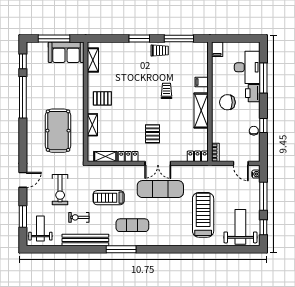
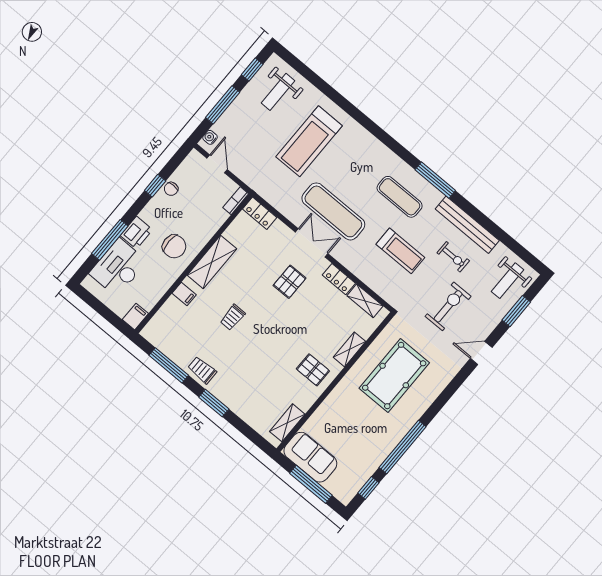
weight bench: (240, 227) -> (278, 92), width x0.73, depth x0.75

